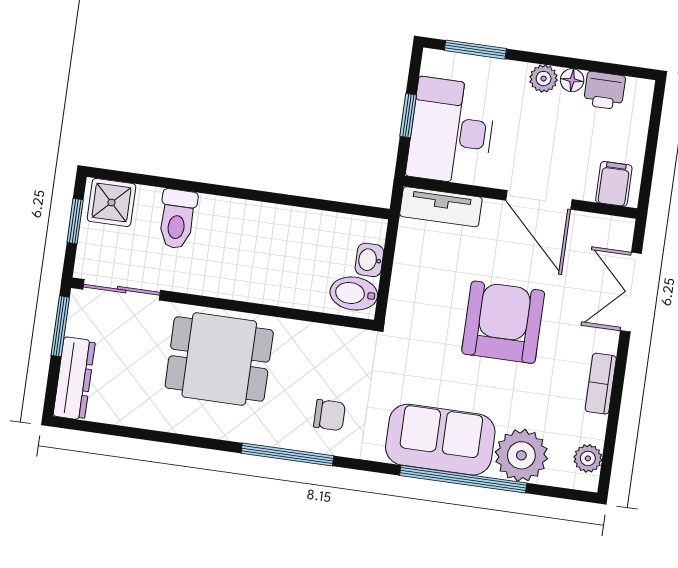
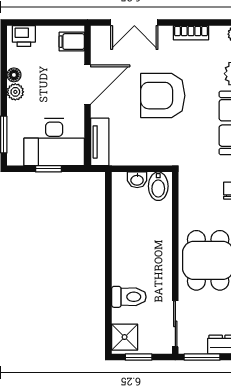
printer: (604, 91) -> (24, 36), moved, turned 90

